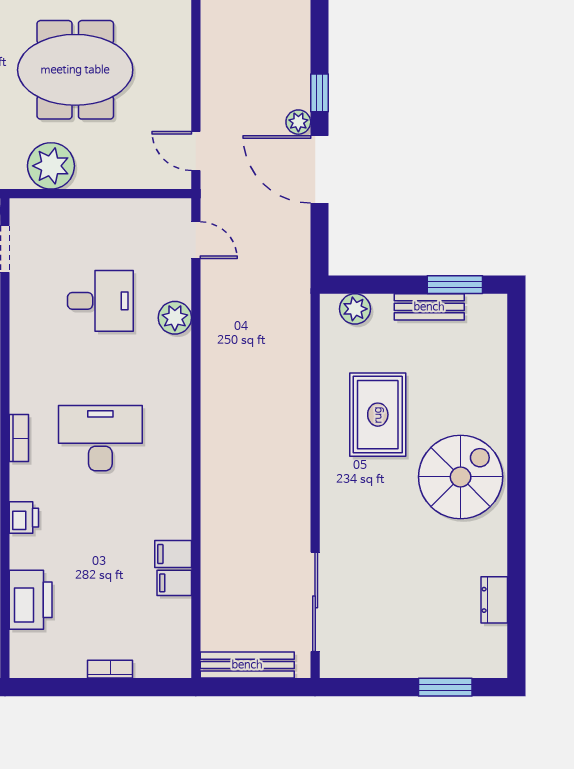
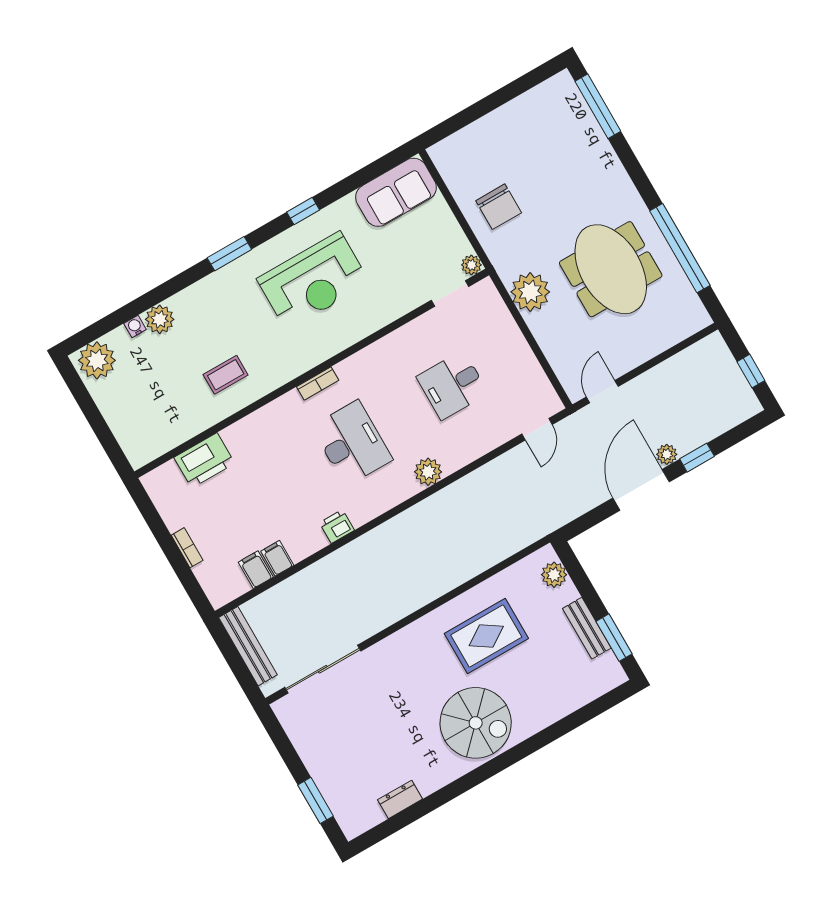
desk: (100, 301) -> (452, 385), turned 90
plant: (175, 318) -> (428, 472), moved
printer: (24, 518) -> (337, 526), moved, turned 180
filing cabinet: (173, 554) -> (256, 570), moved

